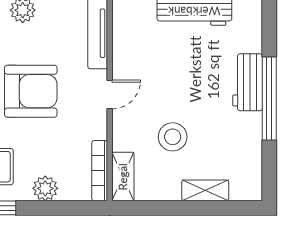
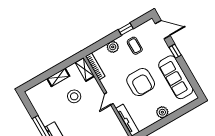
armchair: (31, 91) -> (141, 82), turned -90
shelving: (205, 190) -> (58, 77), moved

